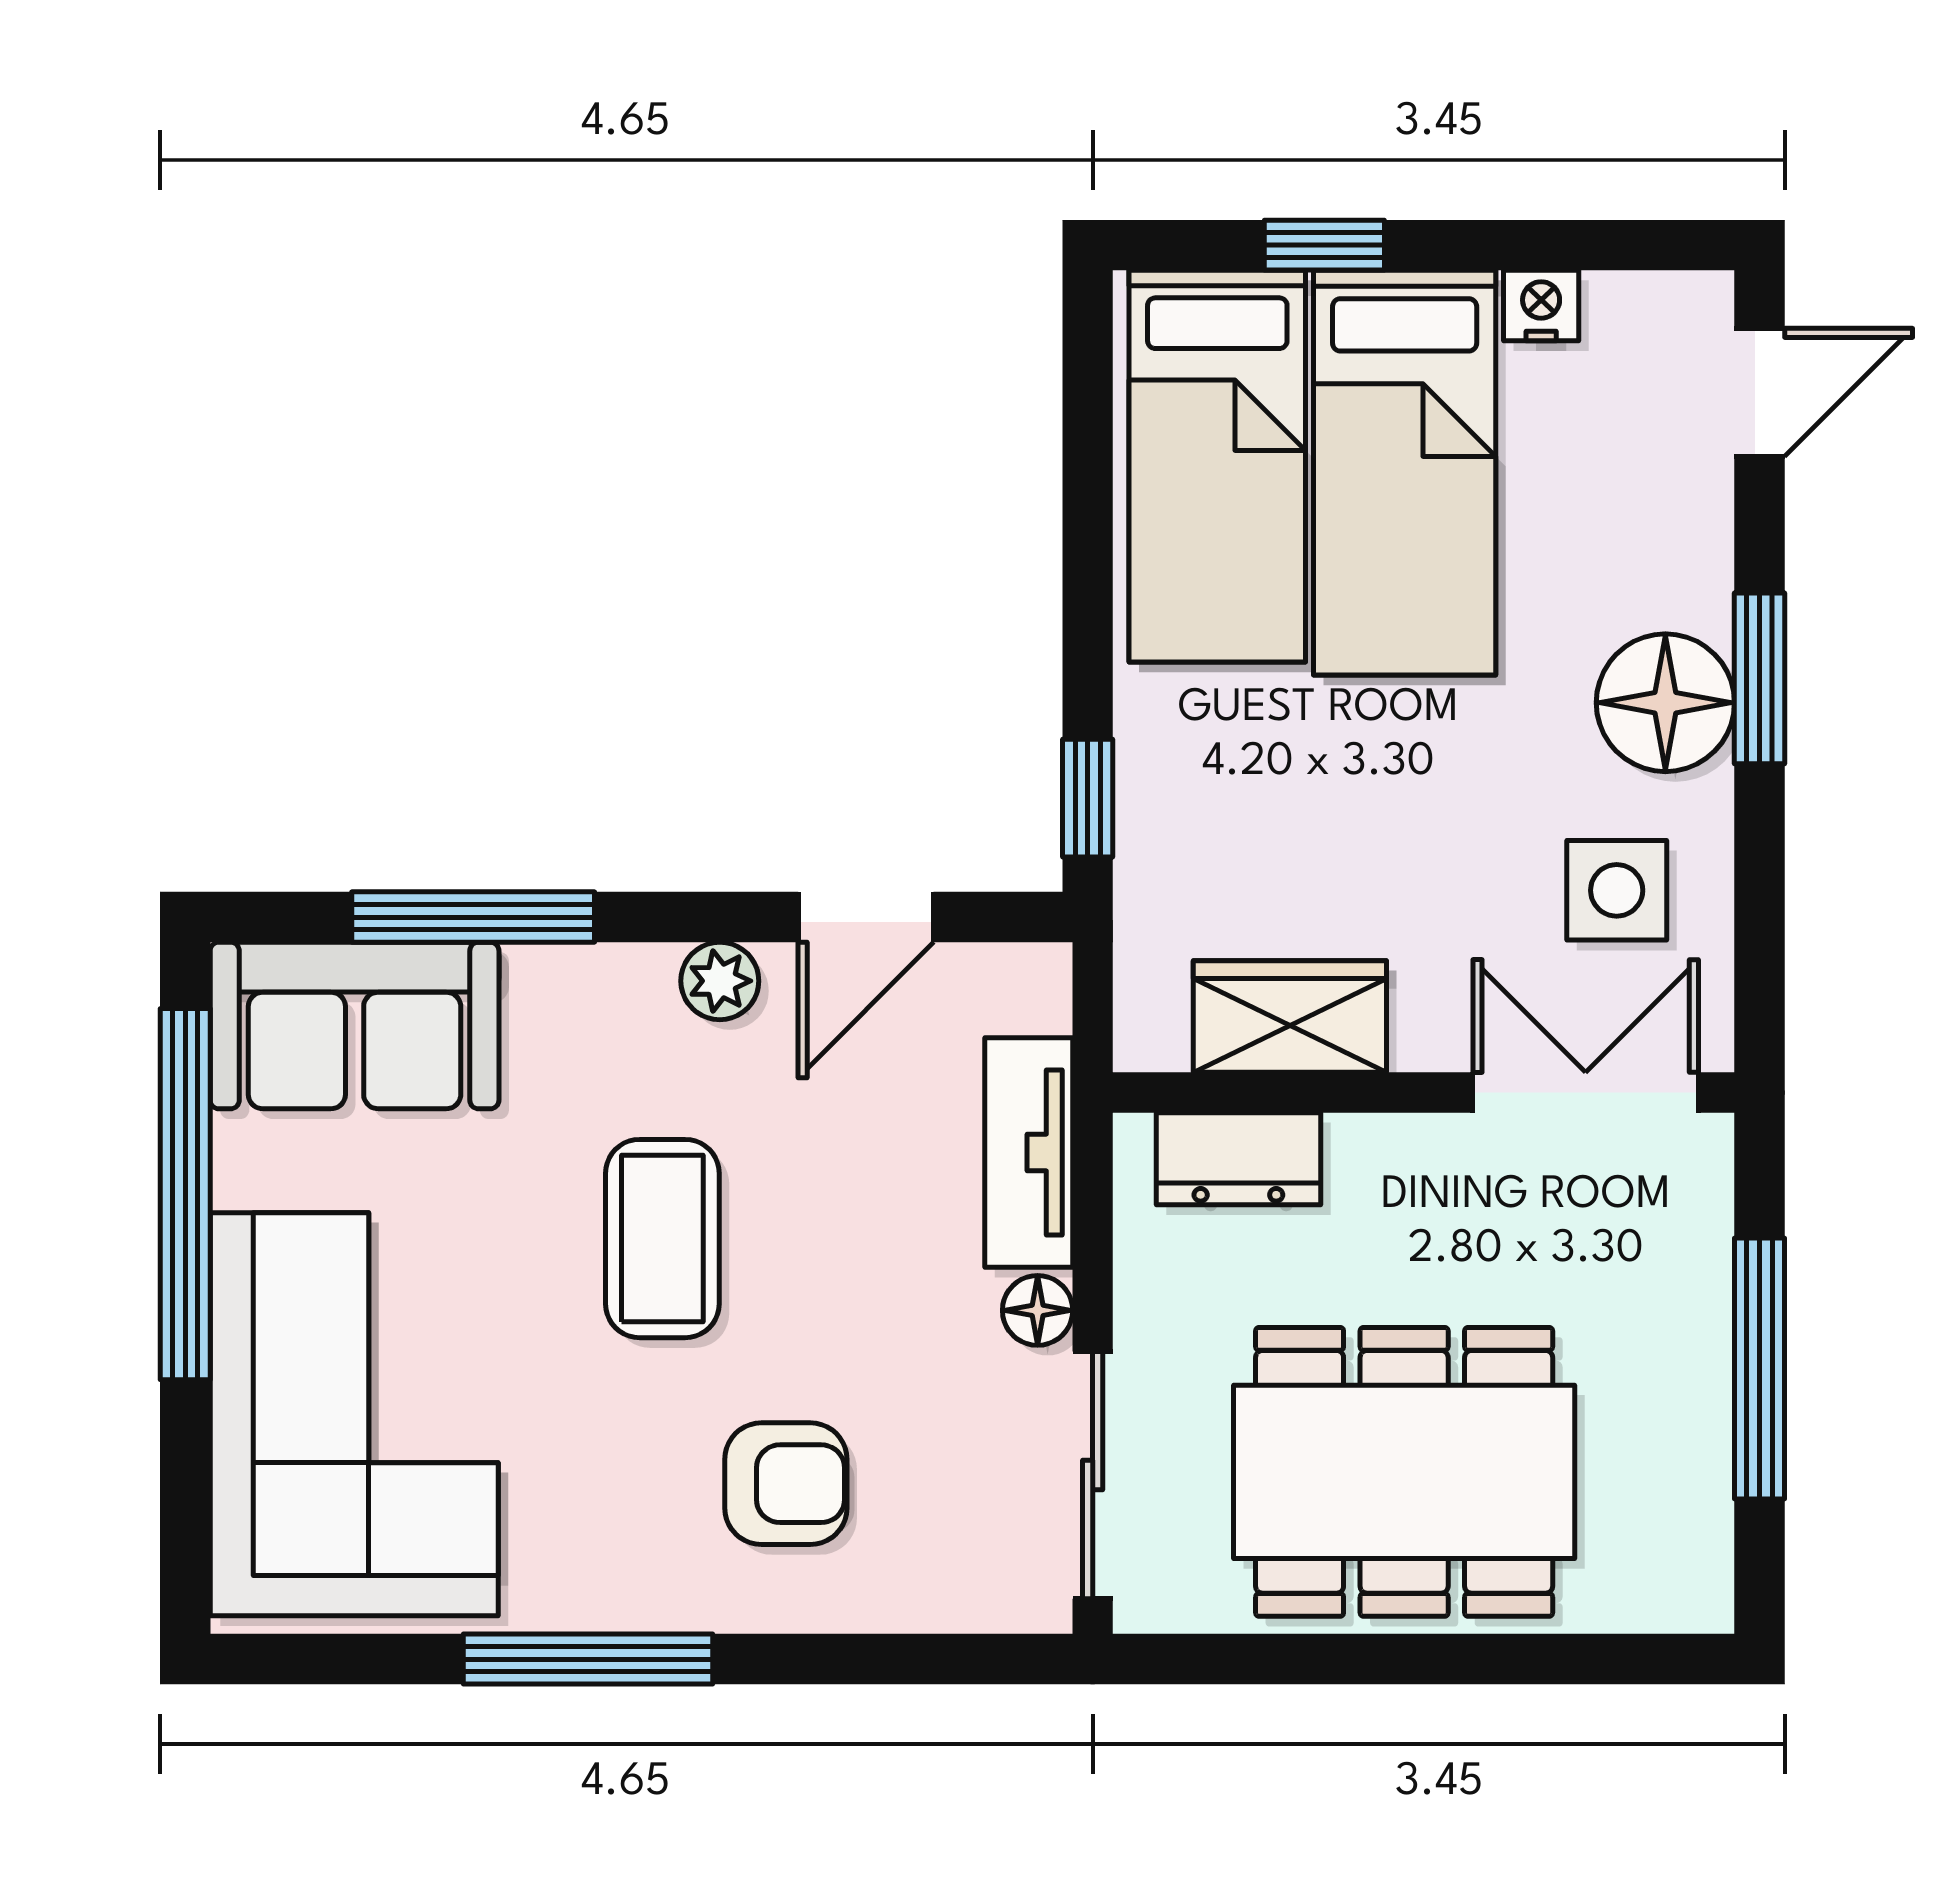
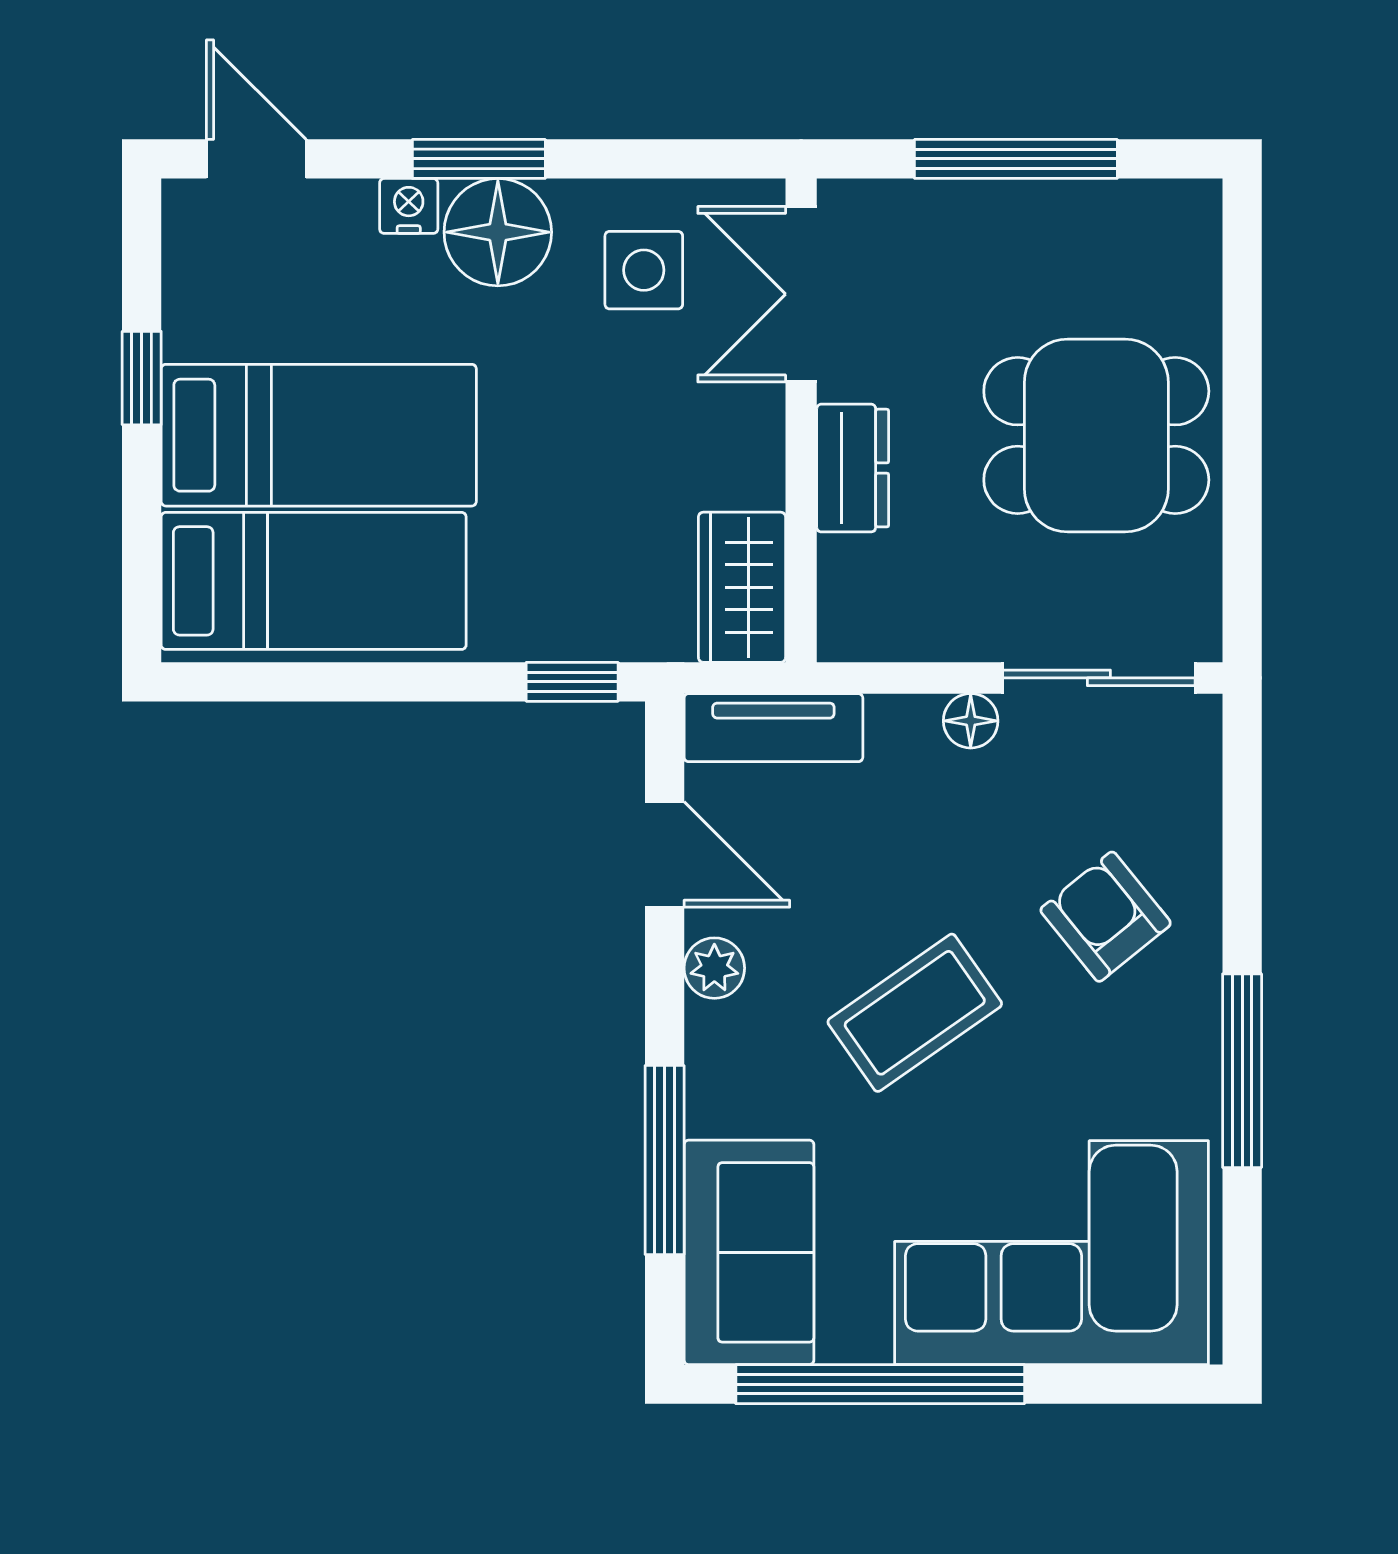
window: (1324, 245) -> (142, 378), moved
nightstand: (1541, 306) -> (409, 206), moved, turned 90
wardrobe: (1290, 1017) -> (742, 587), moved
tv unit: (1029, 1153) -> (773, 728), moved
dresser: (1238, 1159) -> (853, 468), moved
coffee table: (662, 1239) -> (915, 1013), turned -35
dining table: (1404, 1472) -> (1096, 436), width x0.73
armchair: (786, 1484) -> (1106, 917), turned -39

